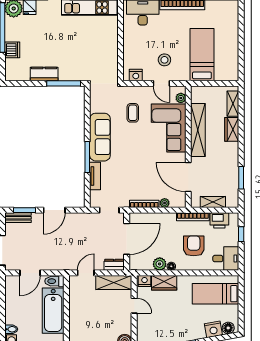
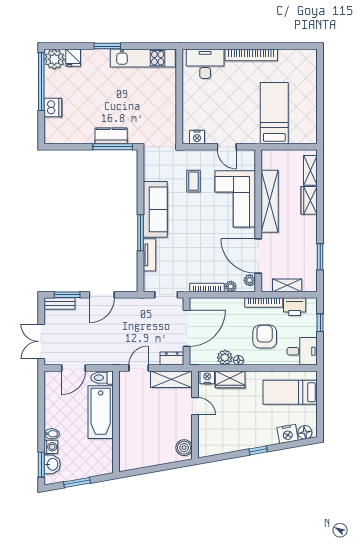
stool: (164, 60) -> (231, 119), removed
kitchen counter: (44, 74) -> (111, 136), moved
plant: (181, 98) -> (250, 280), moved

